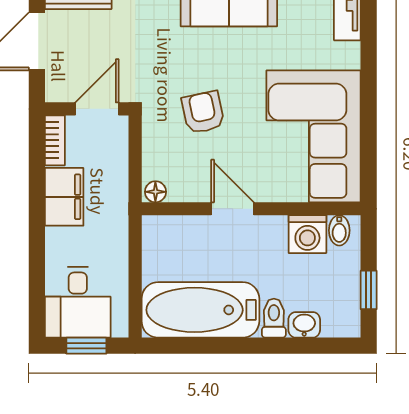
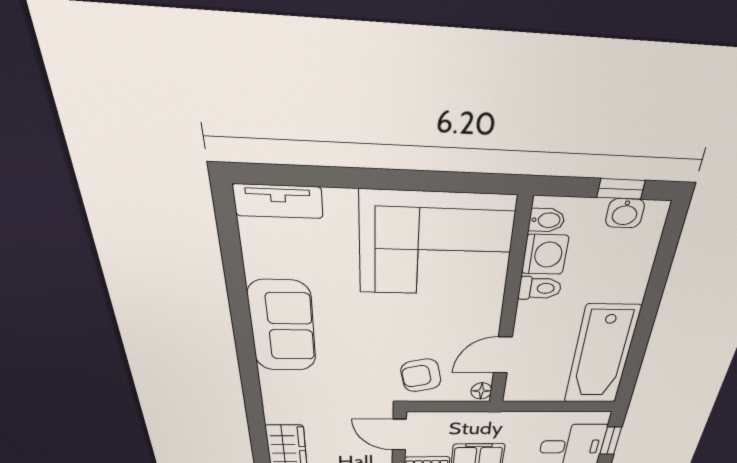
armchair: (203, 112) -> (421, 375), moved
door: (232, 209) -> (503, 355), moved
toilet: (274, 318) -> (540, 288), moved, turned 180
washbasin: (304, 325) -> (625, 213), moved, turned -90

